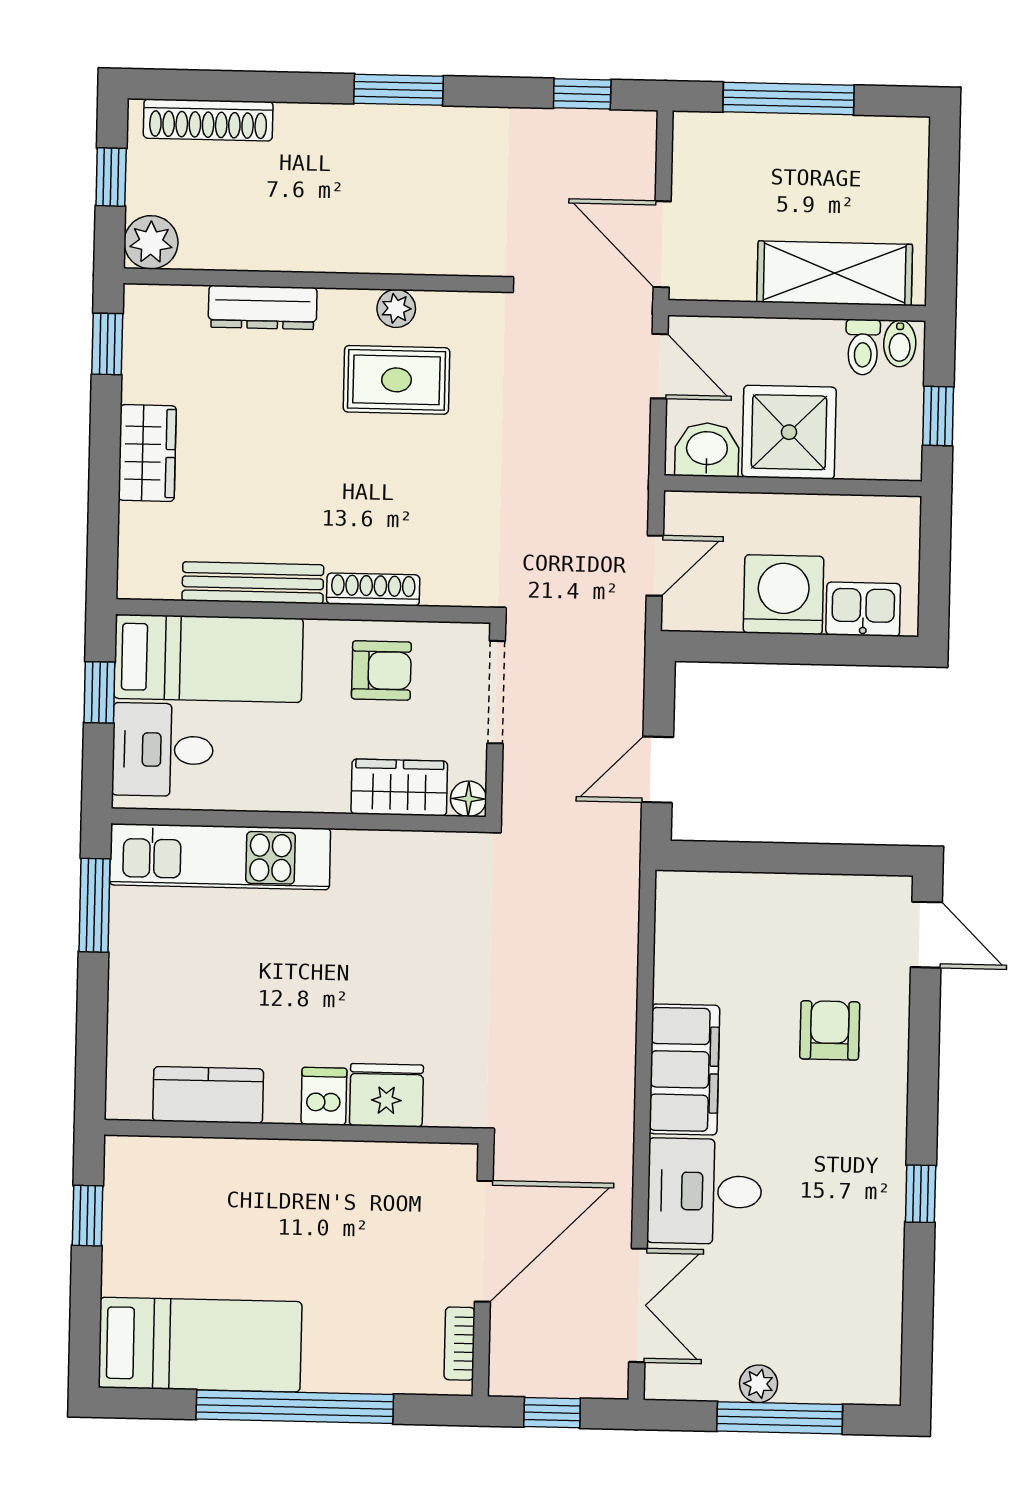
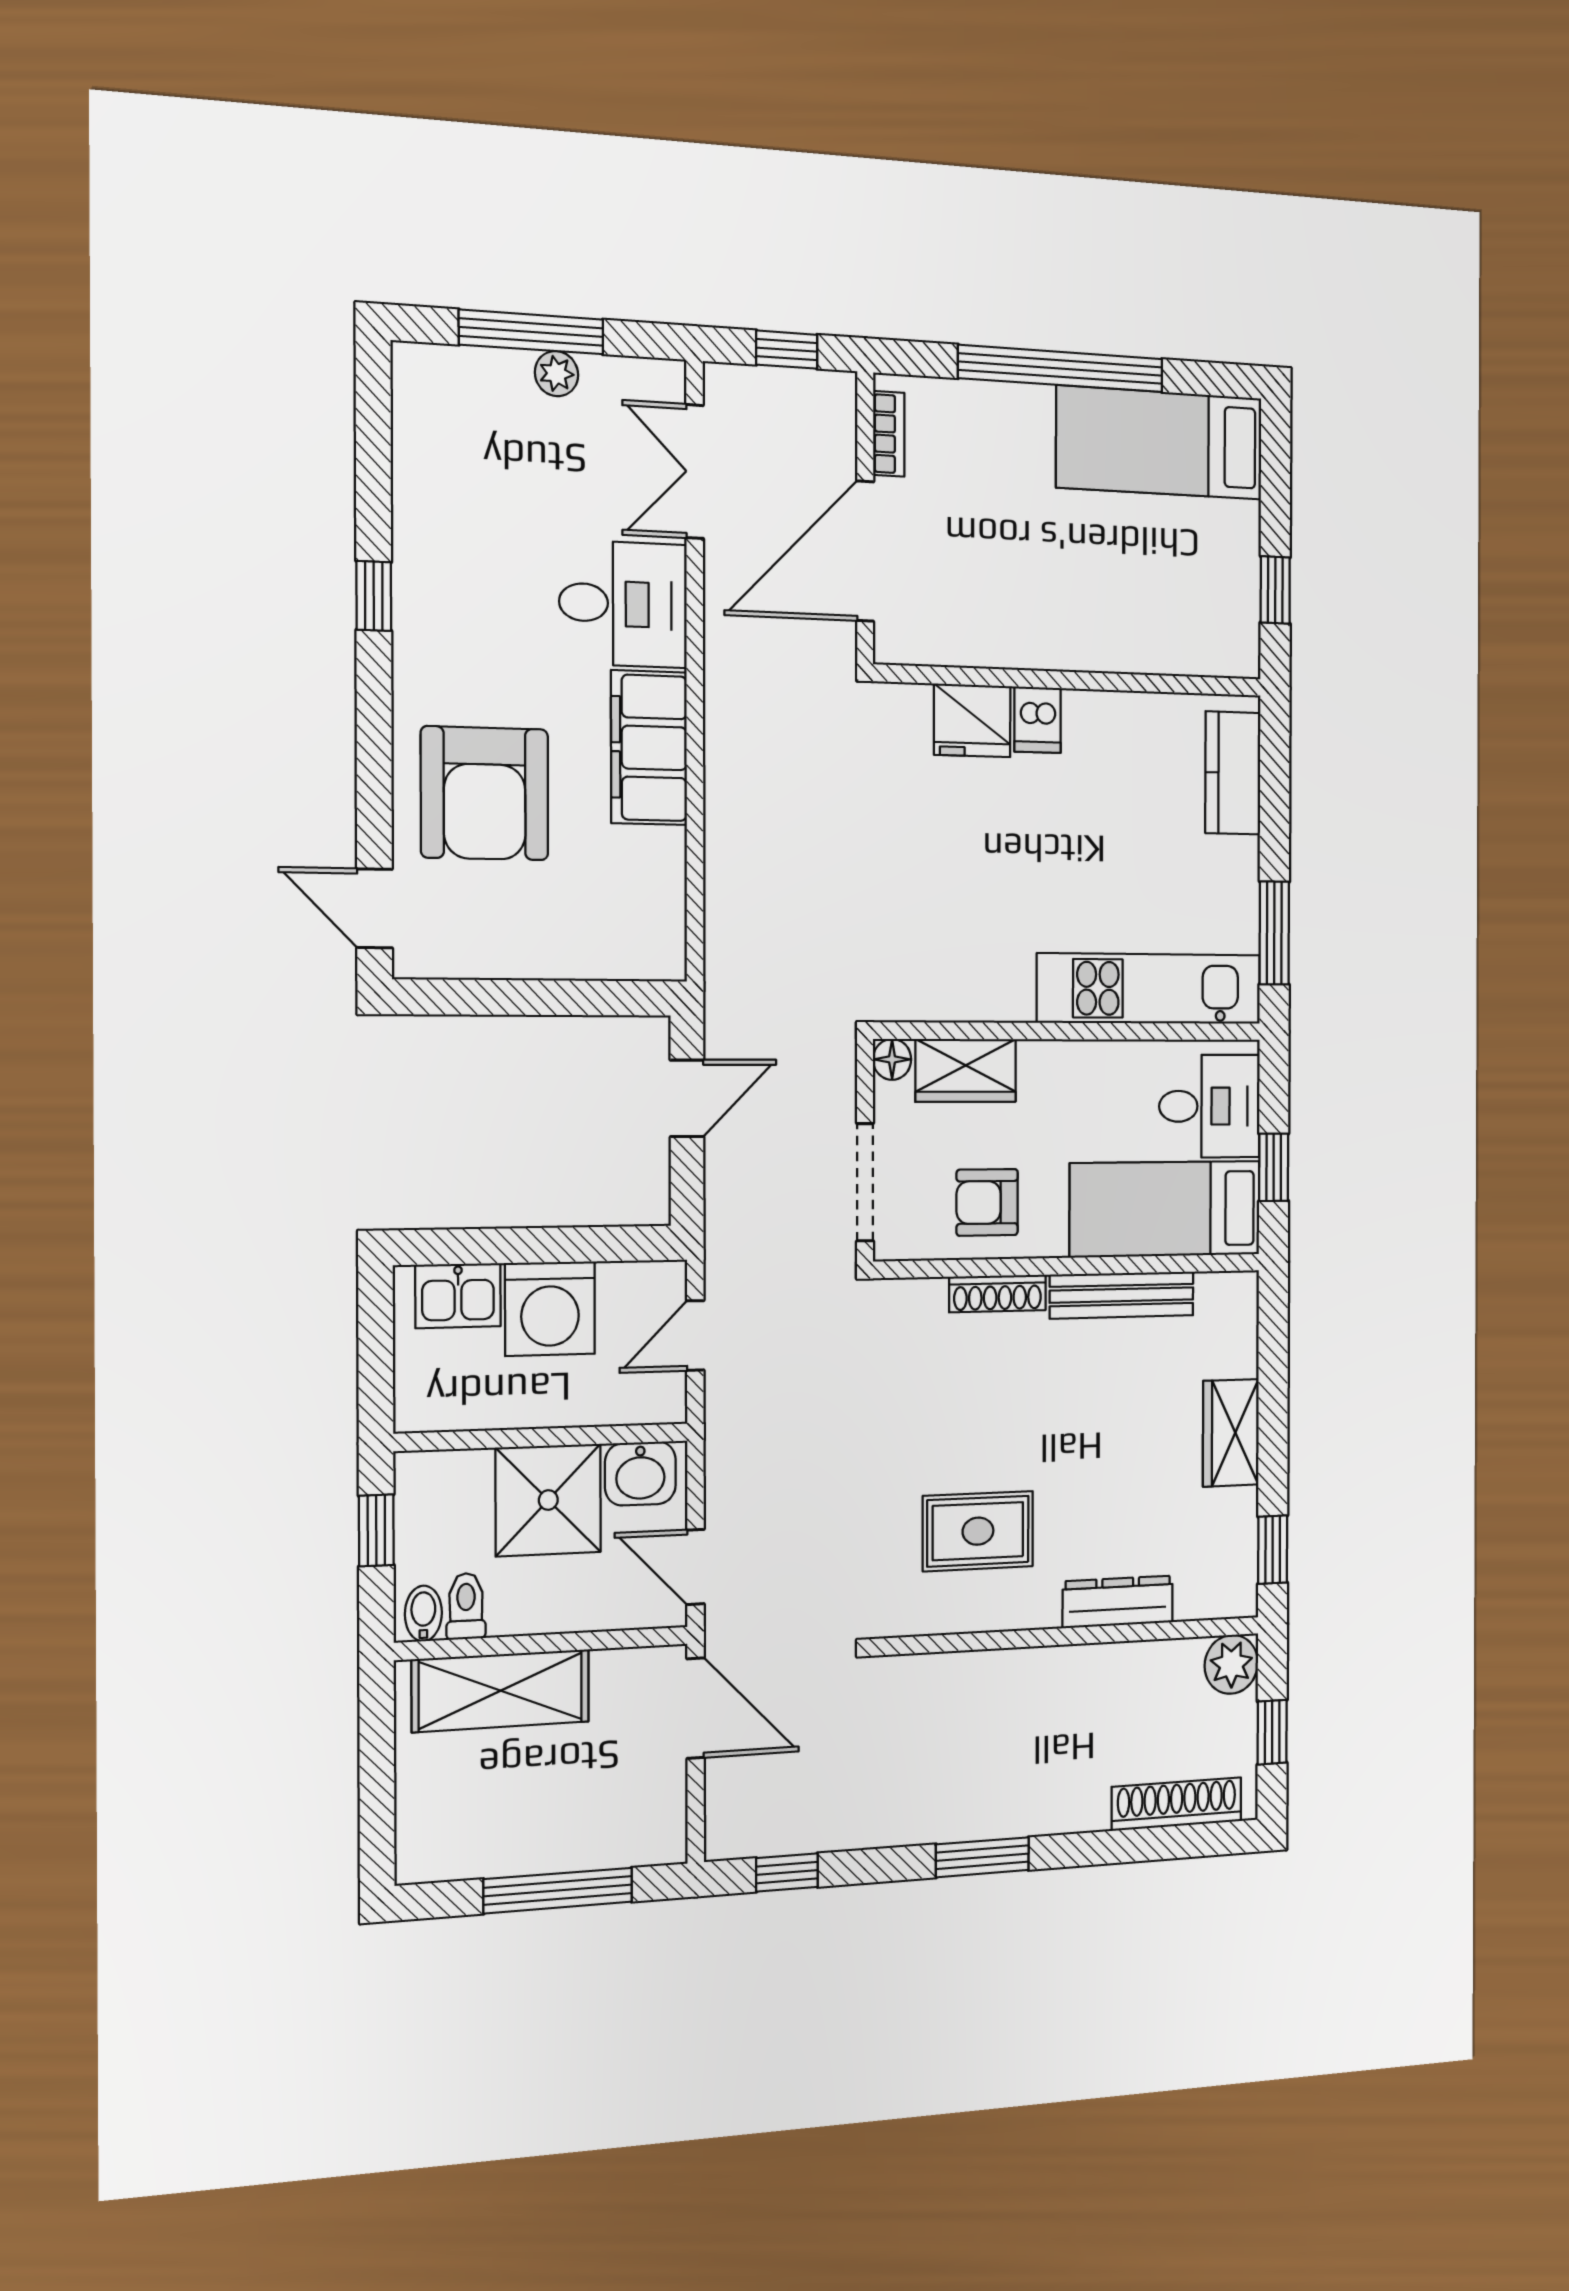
plant: (396, 308) -> (980, 1611), removed
armchair: (830, 1030) -> (485, 793), width x1.88, depth x1.88
kitchen counter: (208, 1095) -> (1233, 773), moved, turned 90

